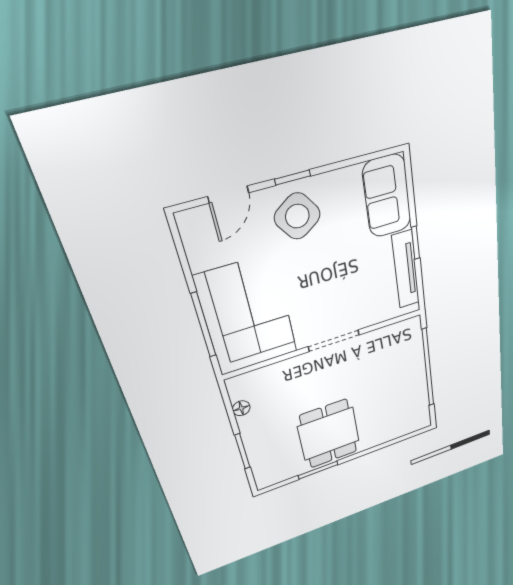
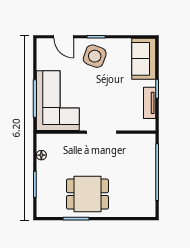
door: (228, 195) -> (64, 37), hinge flipped
side table: (297, 216) -> (95, 56), turned -35
tv unit: (406, 270) -> (150, 103), width x0.71
dining table: (329, 434) -> (87, 194), turned 90

